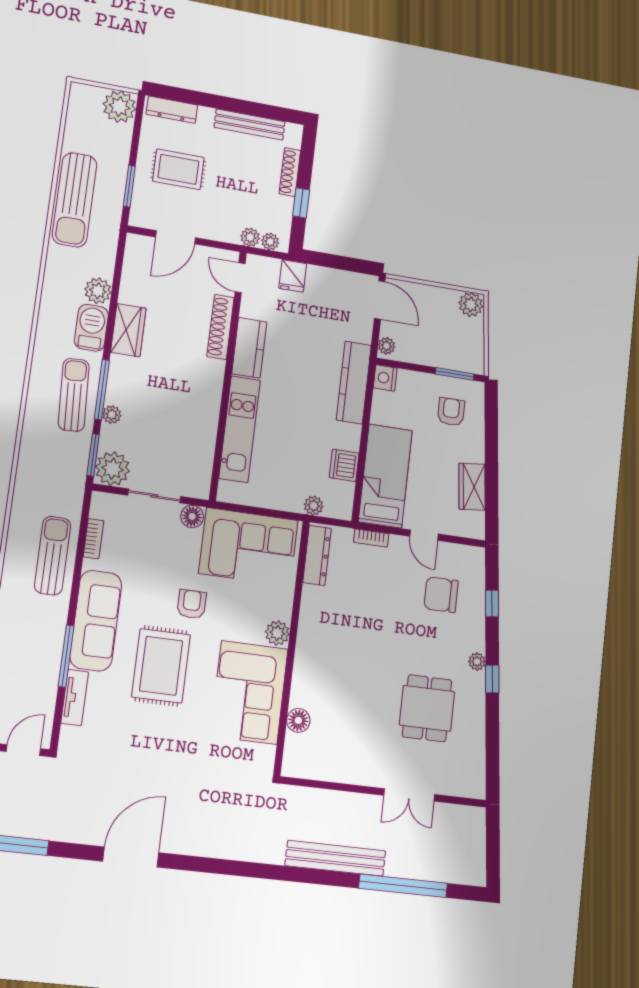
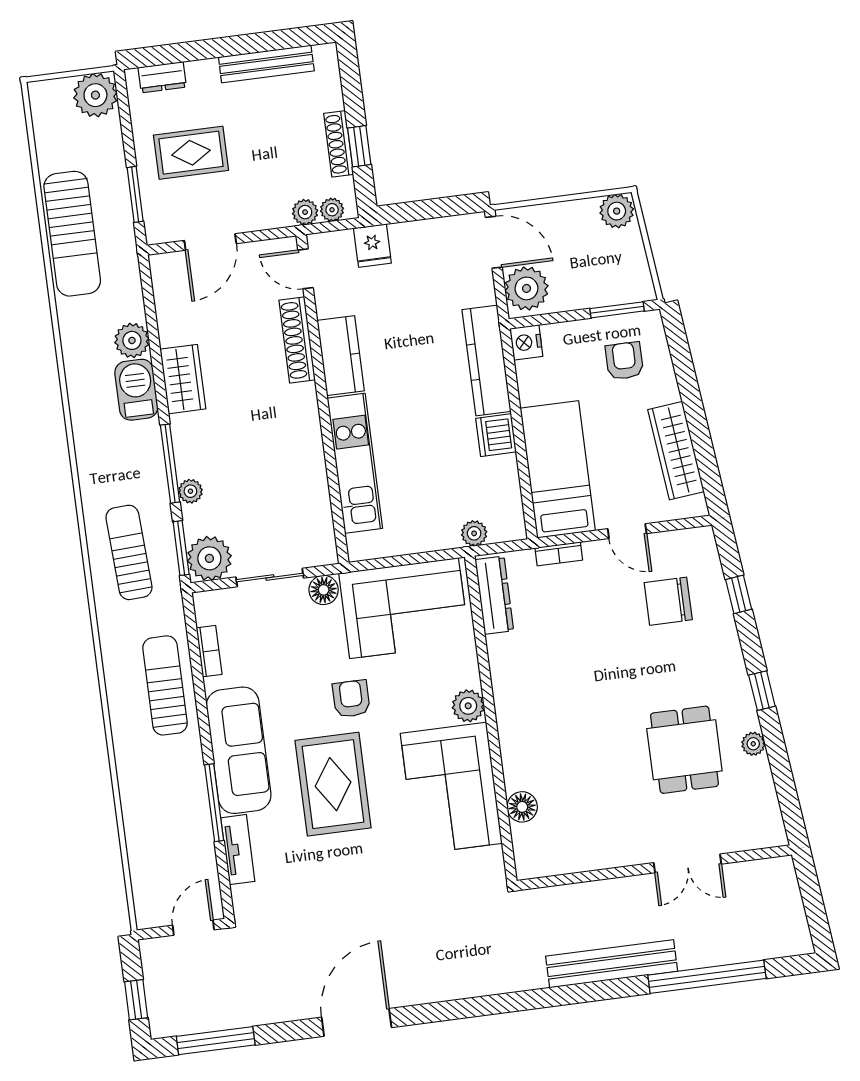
dresser: (172, 110) -> (162, 77), width x0.70
shoe rack: (290, 172) -> (339, 144), moved
plant: (386, 346) -> (526, 288), width x1.87, depth x1.87
sun lounger: (74, 395) -> (129, 552), moved
dishwasher: (344, 465) -> (496, 435), moved
wardrobe: (472, 487) -> (676, 451), width x1.50
plant: (477, 662) -> (753, 744), moved

